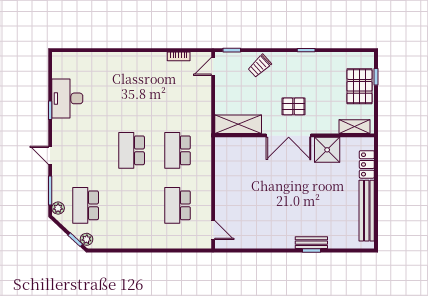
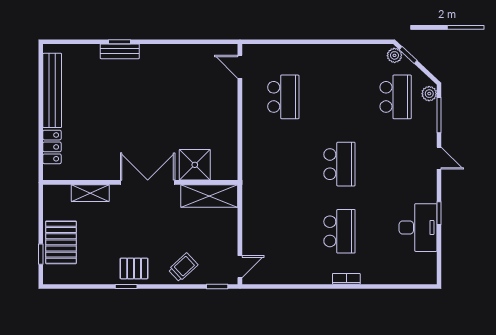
bookcase: (179, 56) -> (346, 279), moved
pallet: (294, 106) -> (134, 268), moved
shelving: (355, 127) -> (90, 193), moved
school desk: (178, 150) -> (339, 231), moved
shower: (327, 150) -> (195, 165), moved

